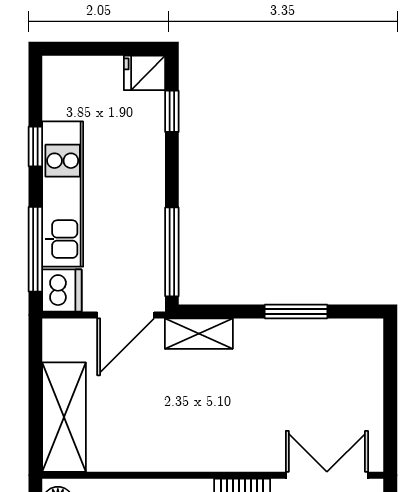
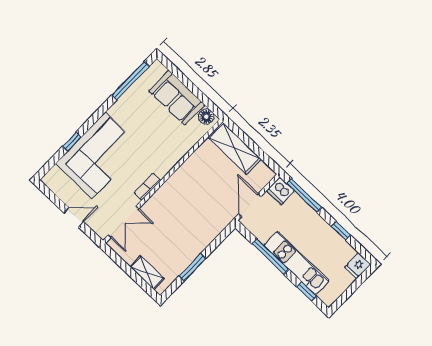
fridge: (144, 73) -> (358, 266), moved, turned 180
kitchen unit: (63, 194) -> (297, 263), moved, turned 180
window: (172, 252) -> (270, 257), moved
shelving: (199, 334) -> (147, 273), moved, turned 90

